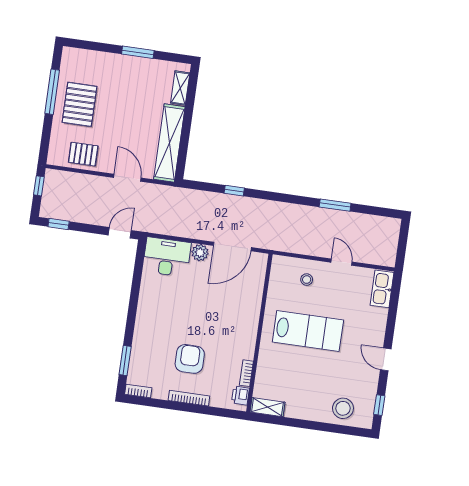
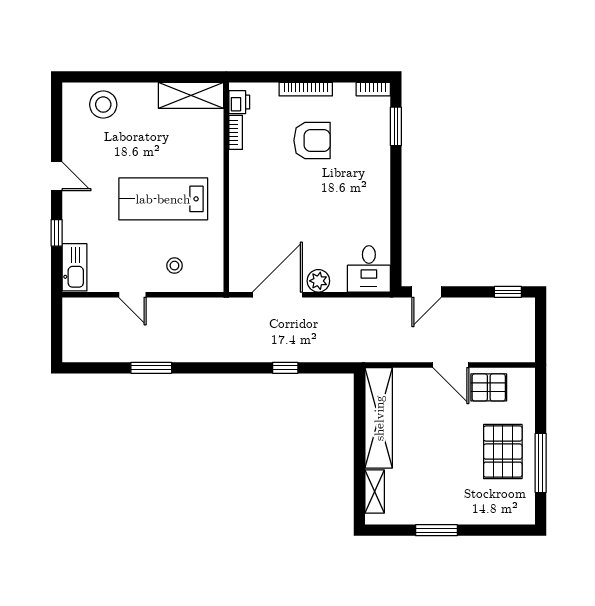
door: (127, 178) -> (451, 365), moved
window: (39, 186) -> (541, 338), removed
desk: (167, 257) -> (369, 269), width x0.73
armchair: (190, 359) -> (312, 140), turned -90
window: (379, 405) -> (57, 233), moved
shelving: (267, 407) -> (191, 95), width x1.50, depth x1.33

